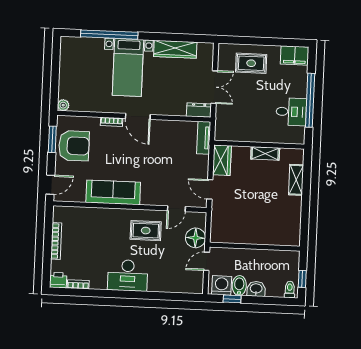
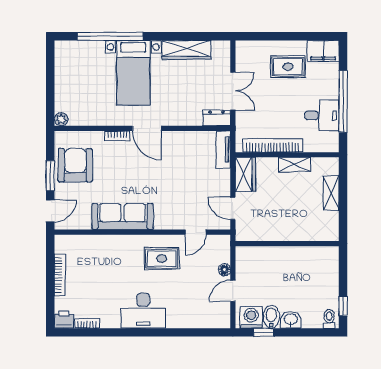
rug: (251, 63) -> (288, 67), moved
bookcase: (247, 136) -> (273, 146), added
window: (52, 139) -> (50, 176), moved
armchair: (74, 146) -> (75, 165), turned -90
floor lamp: (196, 238) -> (224, 270), width x0.53, depth x0.53
wall: (255, 247) -> (287, 244), moved

